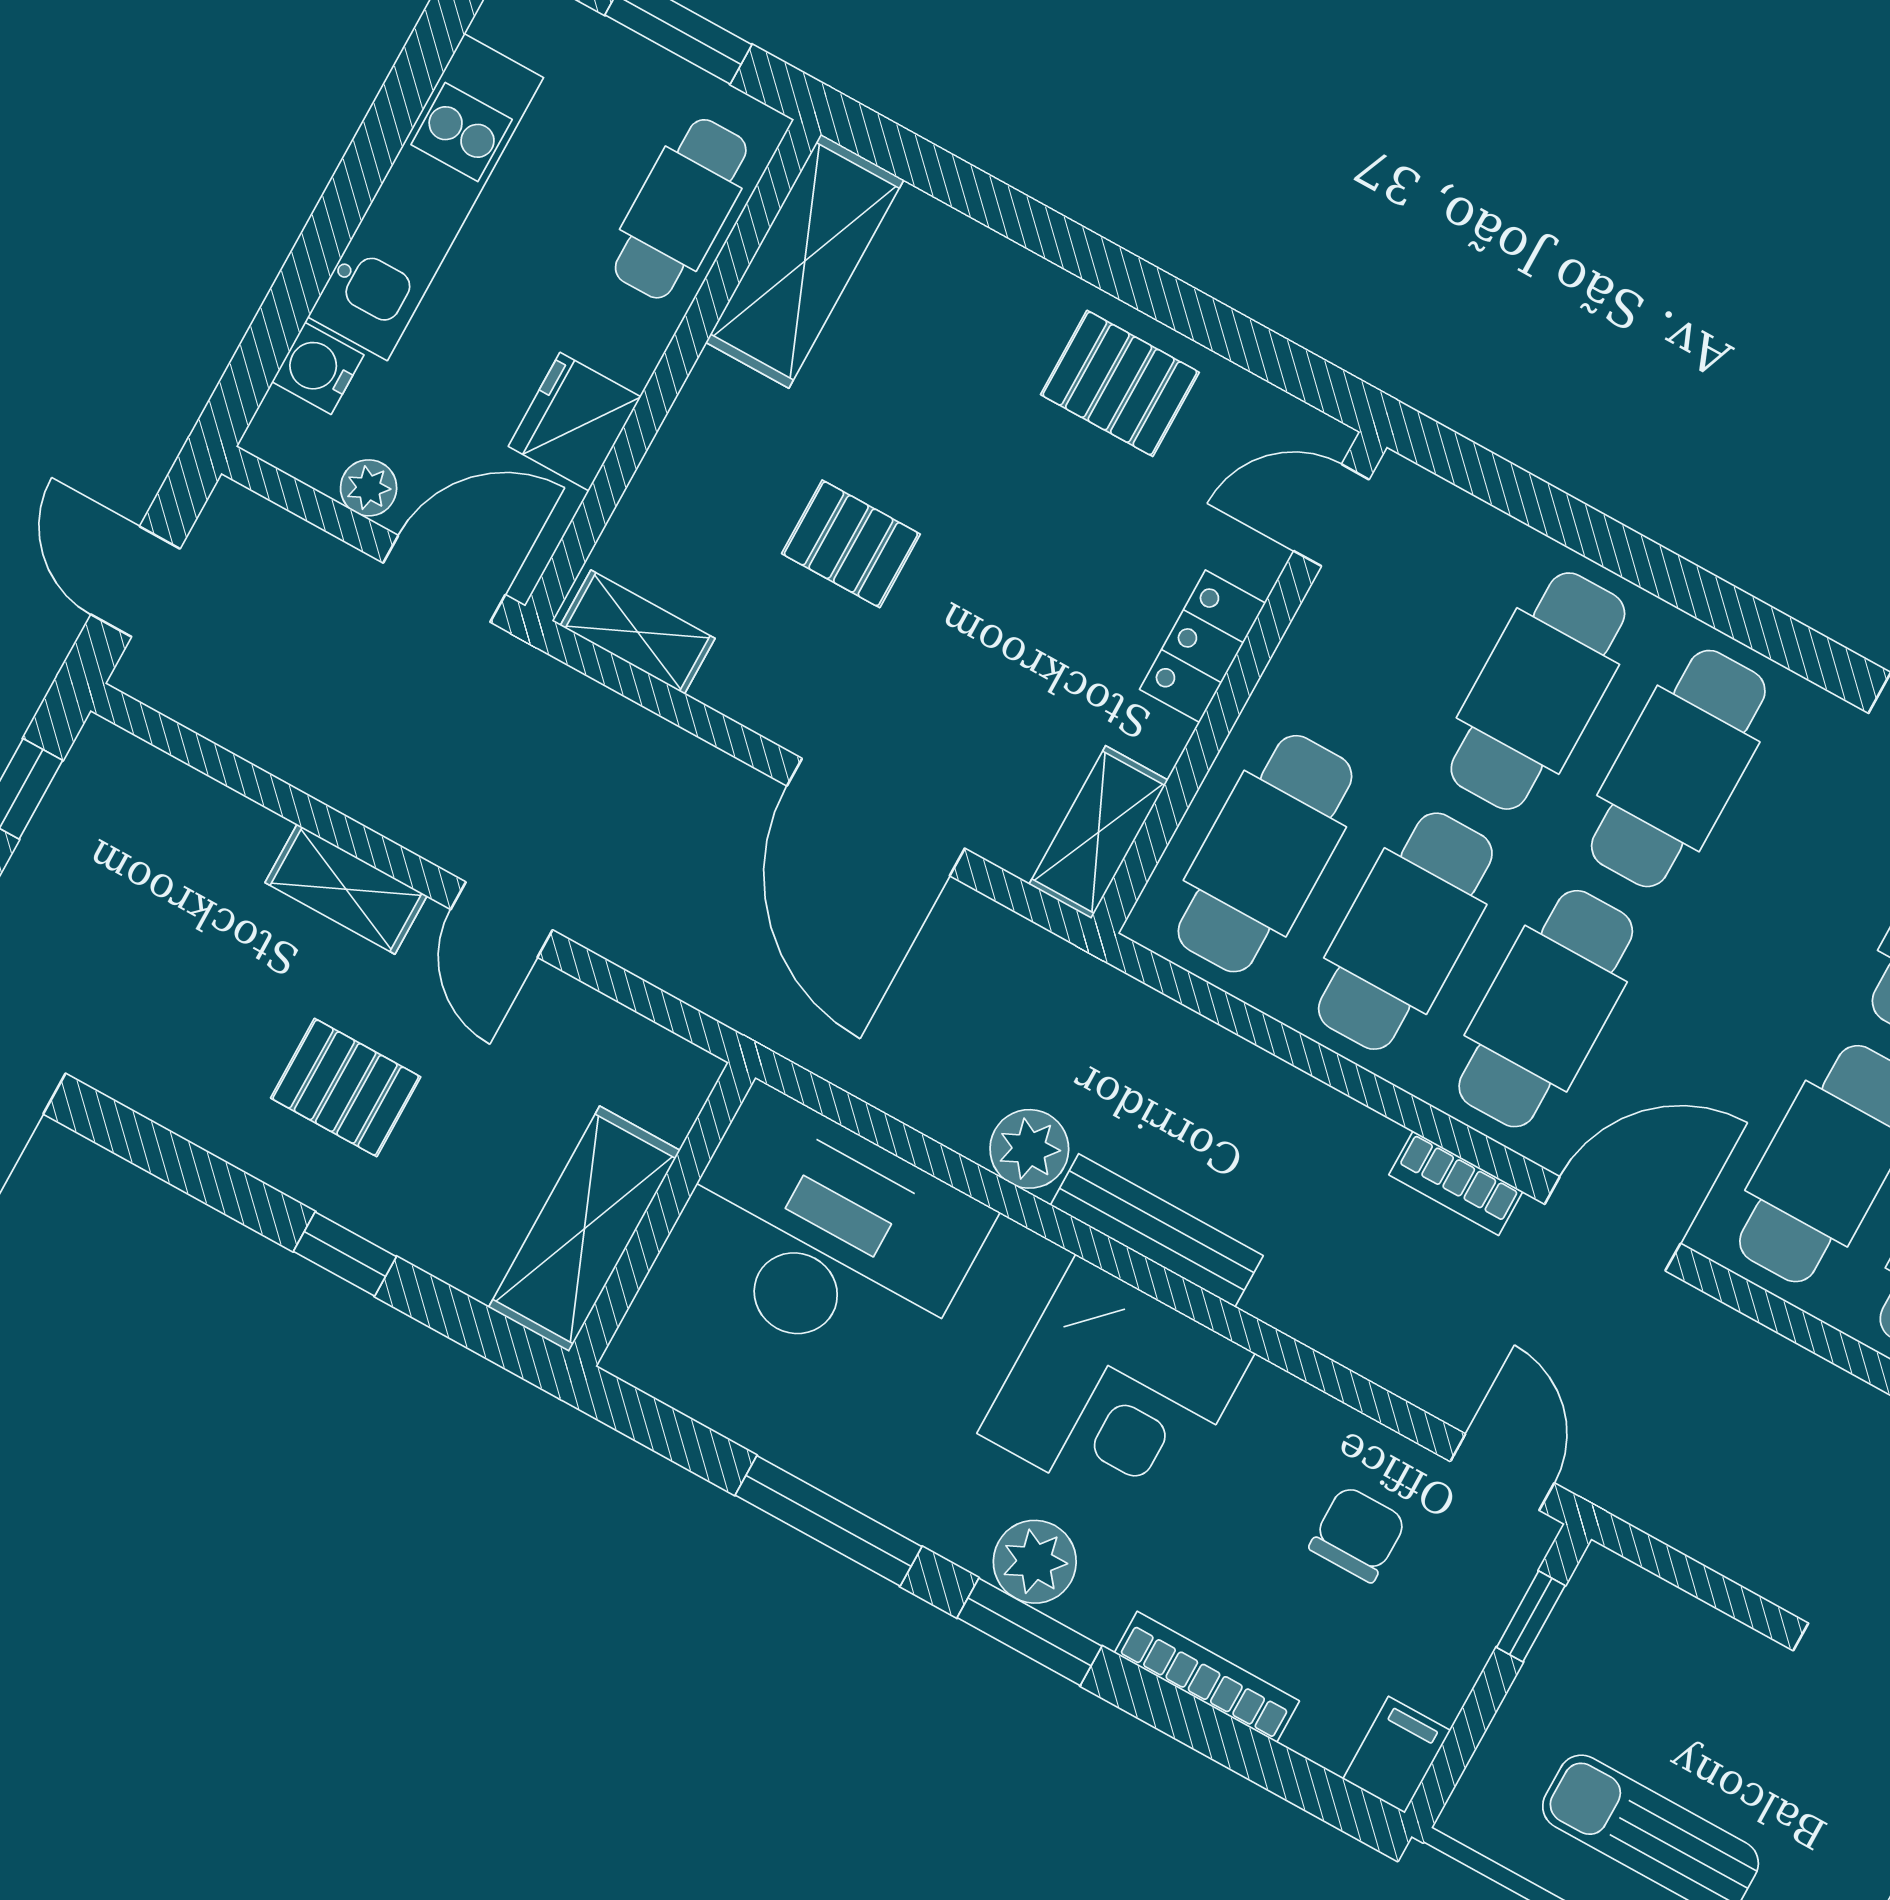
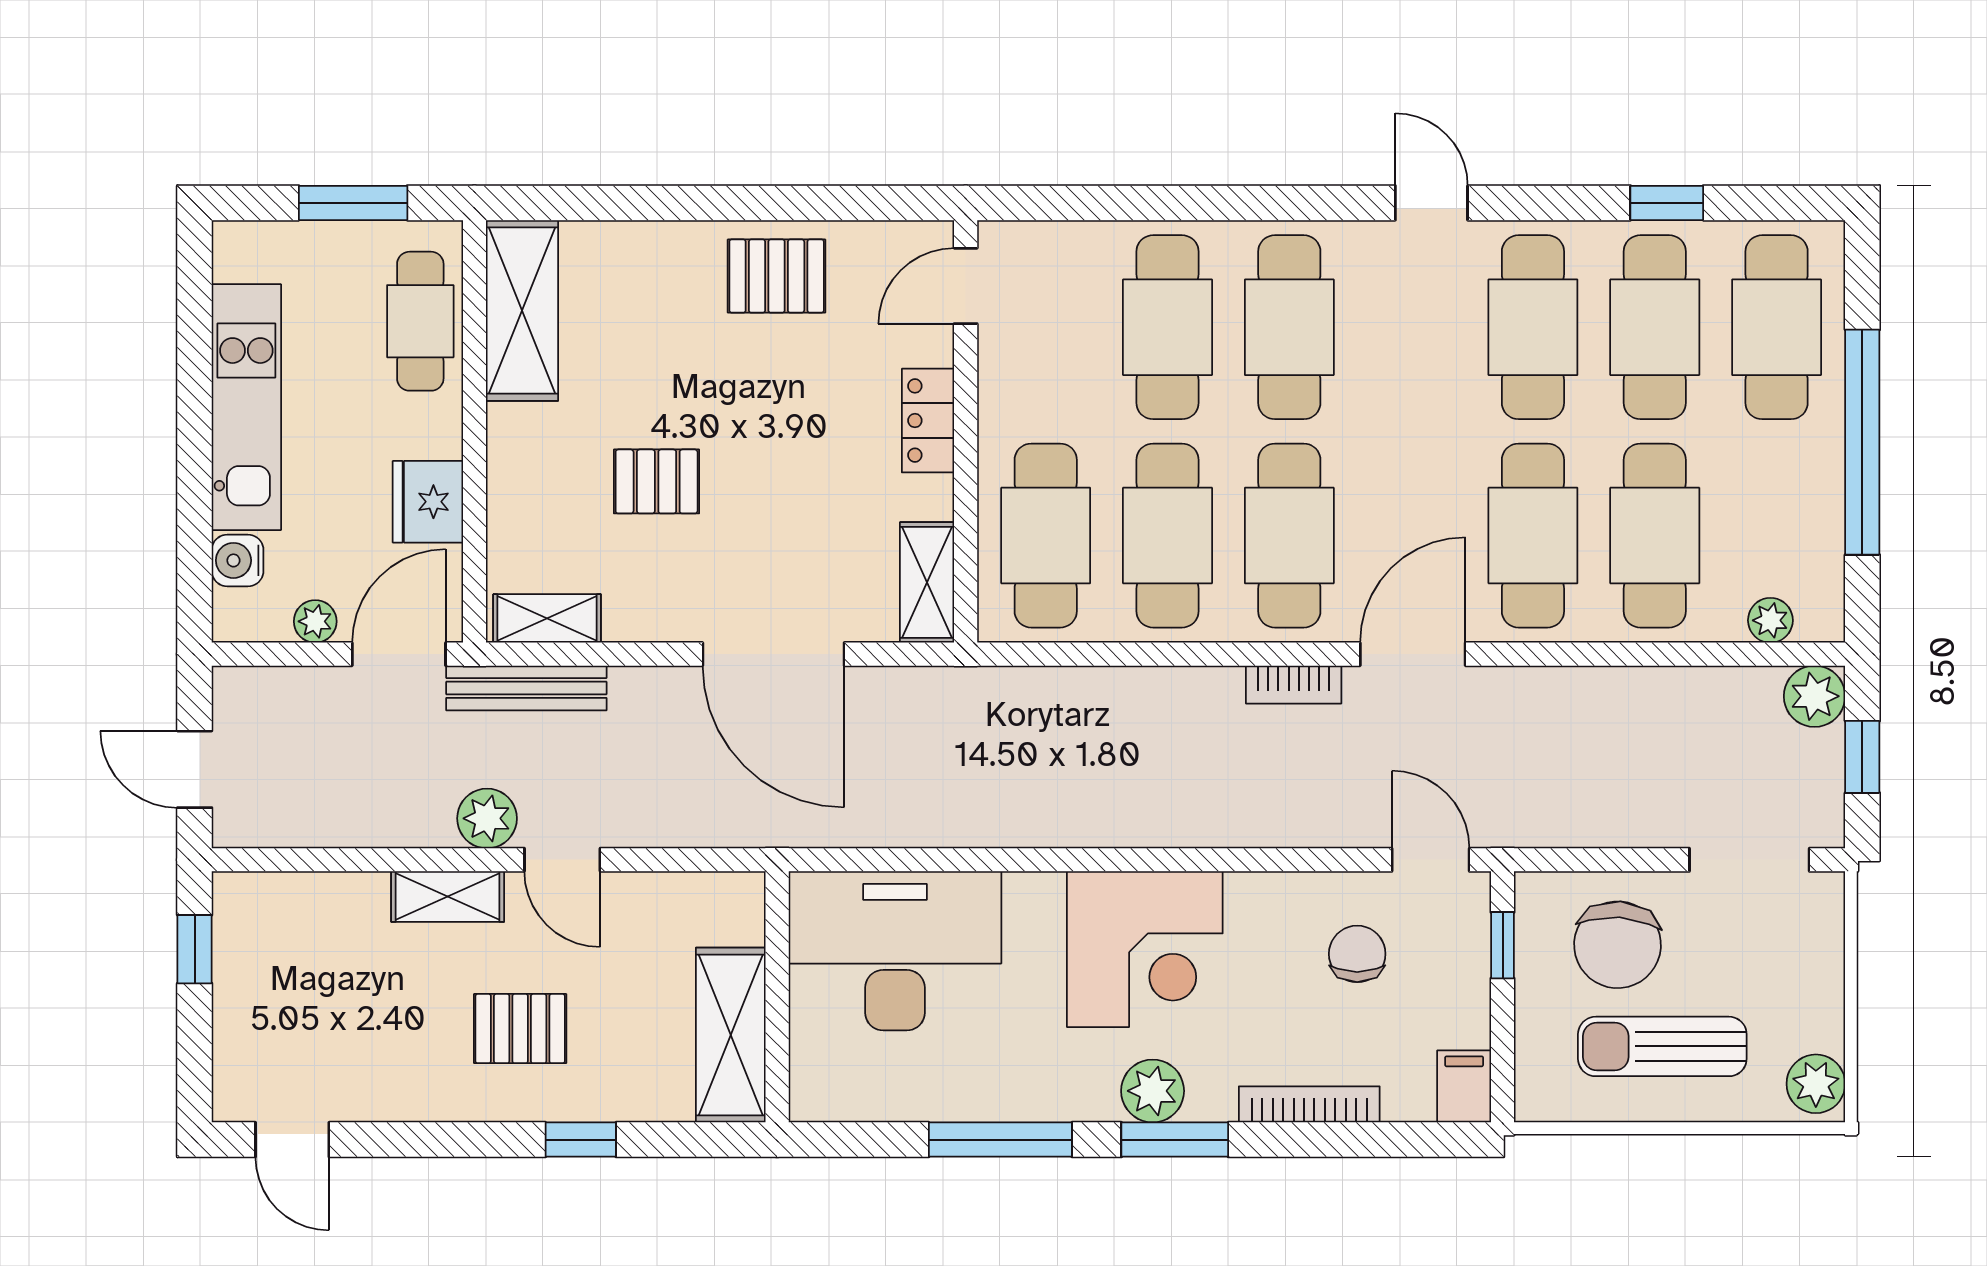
plant: (1029, 1149) -> (487, 818), moved
bench: (1157, 1230) -> (526, 688), moved
chair: (1664, 1689) -> (1618, 945), added

